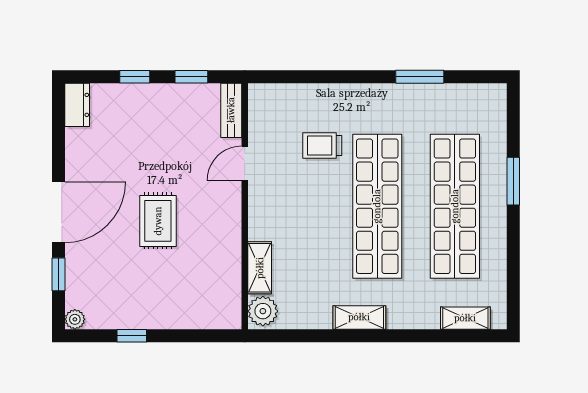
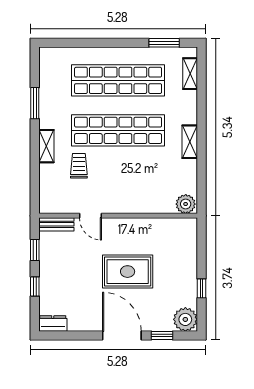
trolley: (322, 146) -> (79, 166), turned 180
window: (513, 181) -> (164, 43), moved
rug: (158, 221) -> (128, 272), width x1.36, depth x1.43
shelving: (260, 268) -> (46, 146), moved, turned 90
plant: (75, 319) -> (185, 319), width x1.88, depth x1.88

